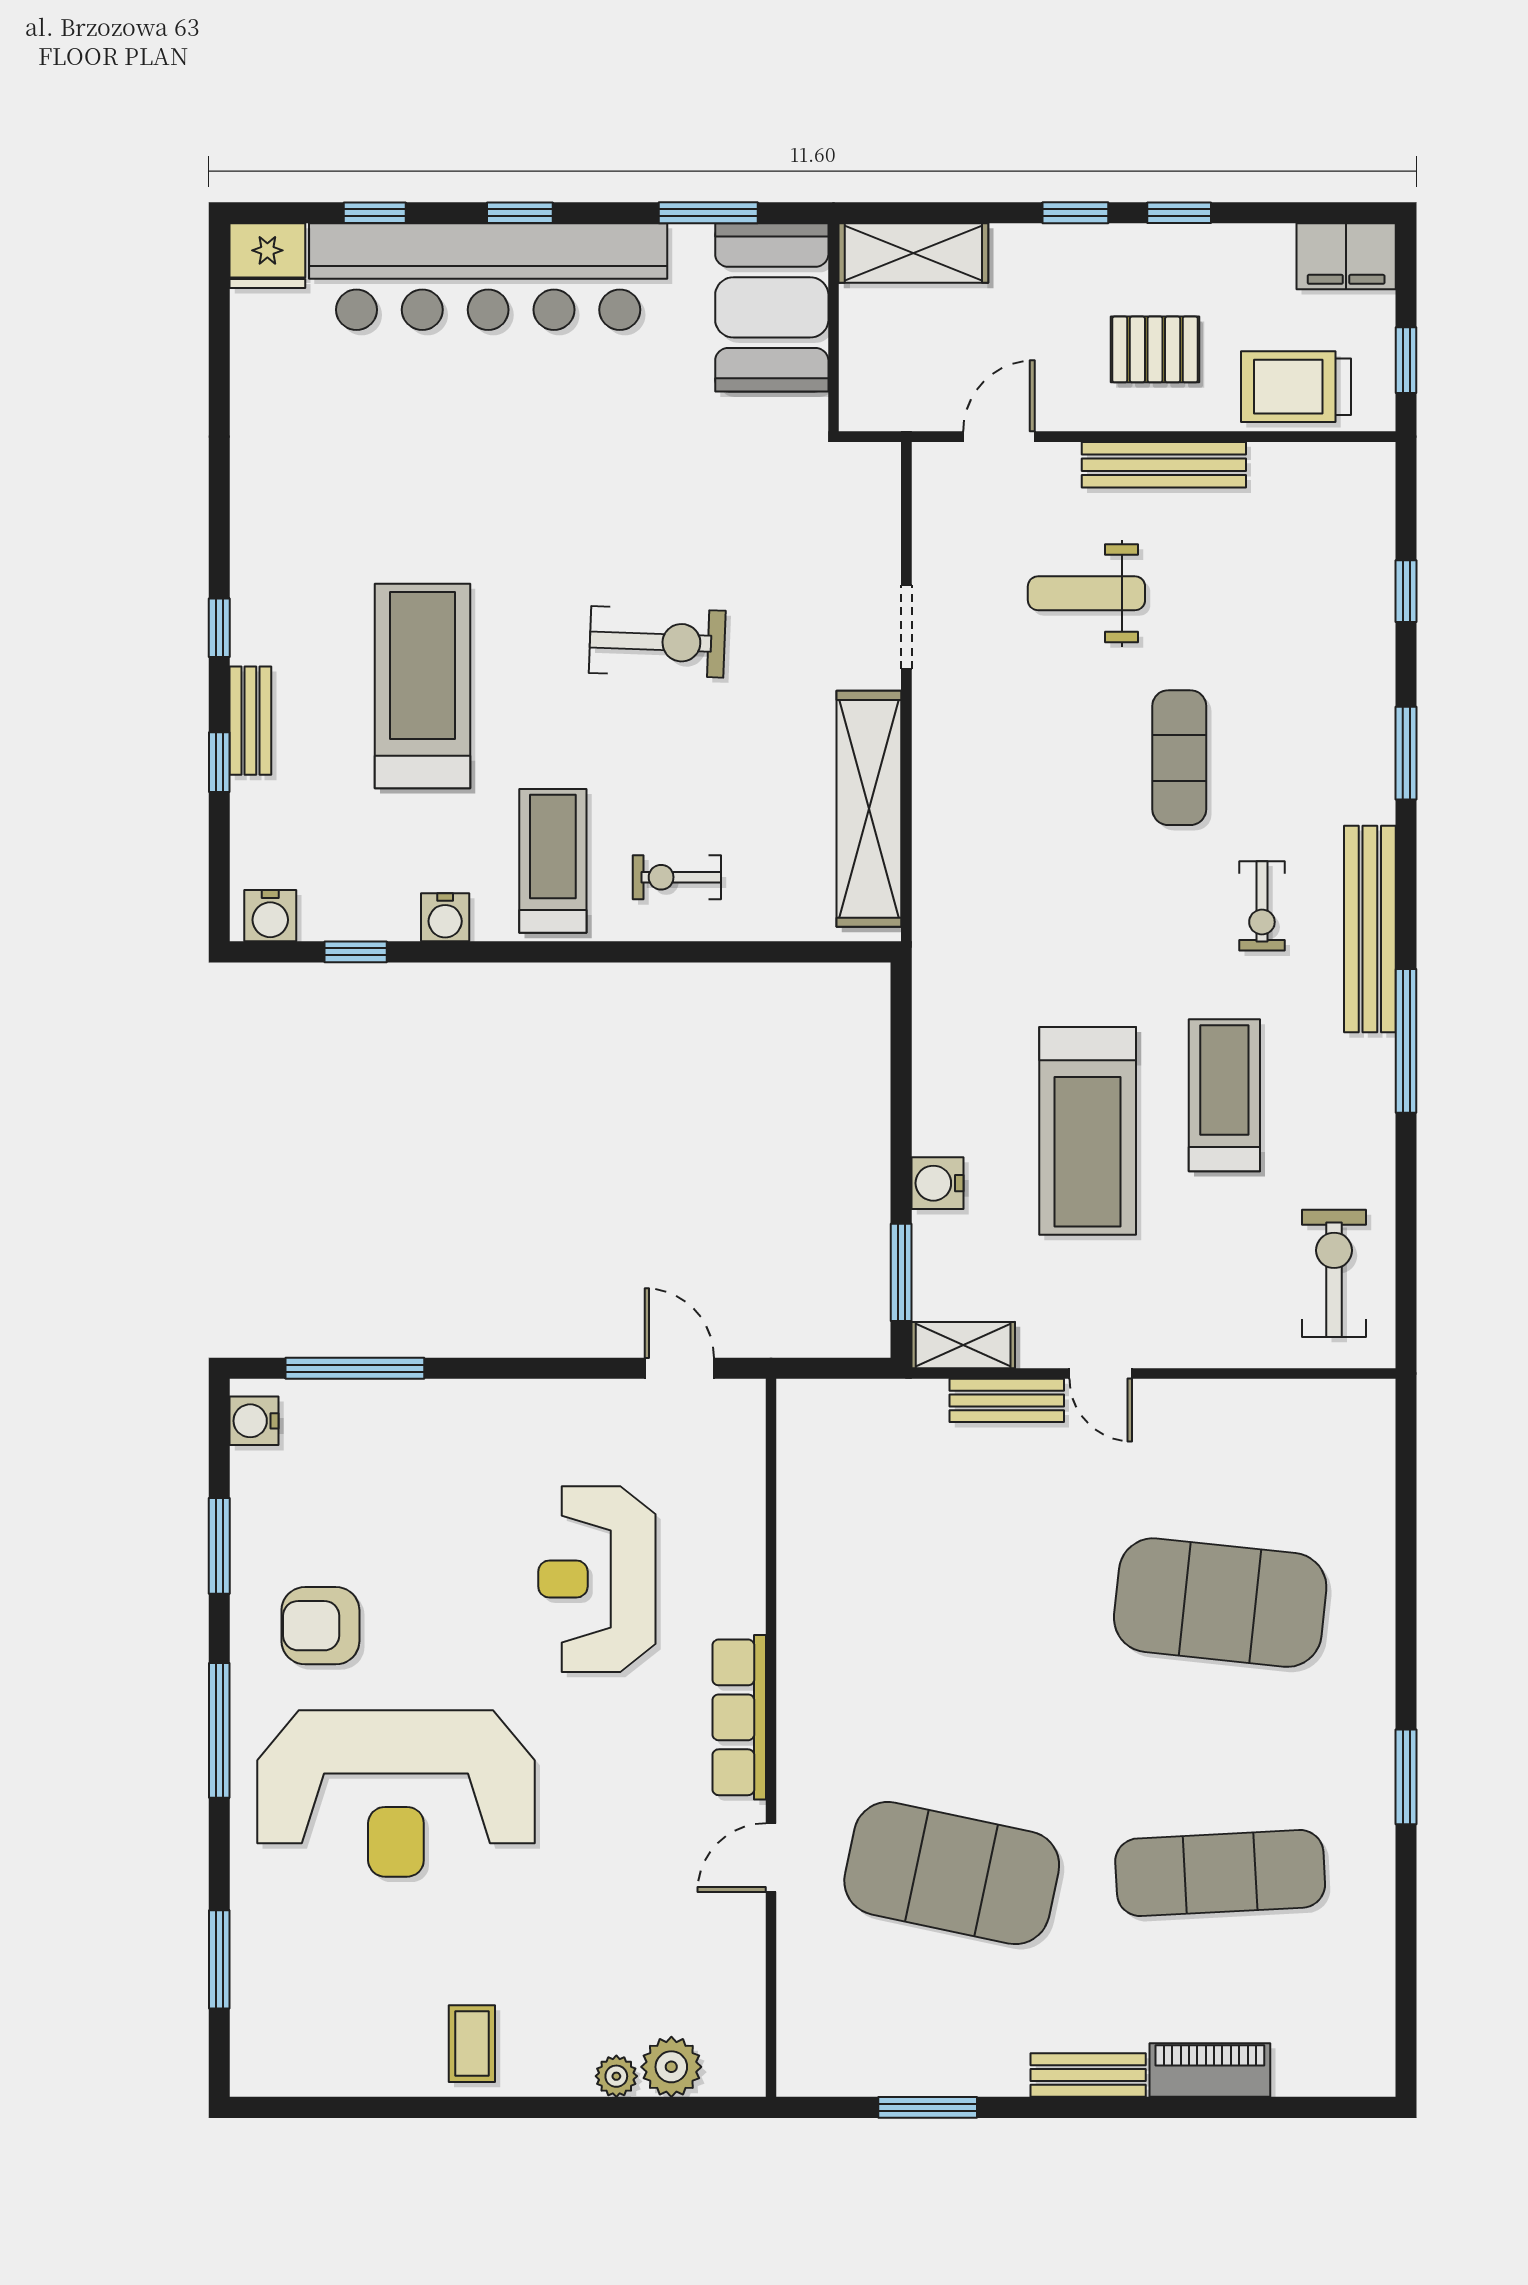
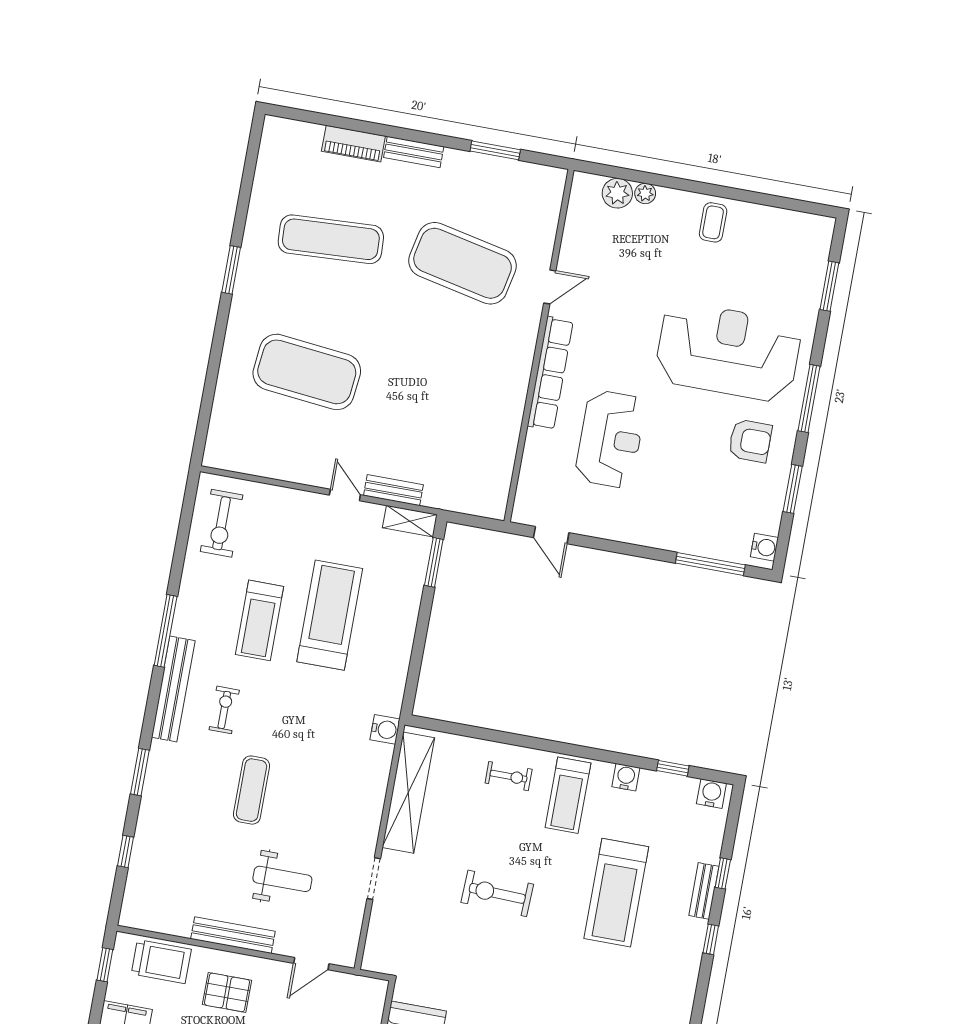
water cooler: (938, 1183) -> (385, 729), moved
row of seats: (739, 1717) -> (550, 373), width x1.36

